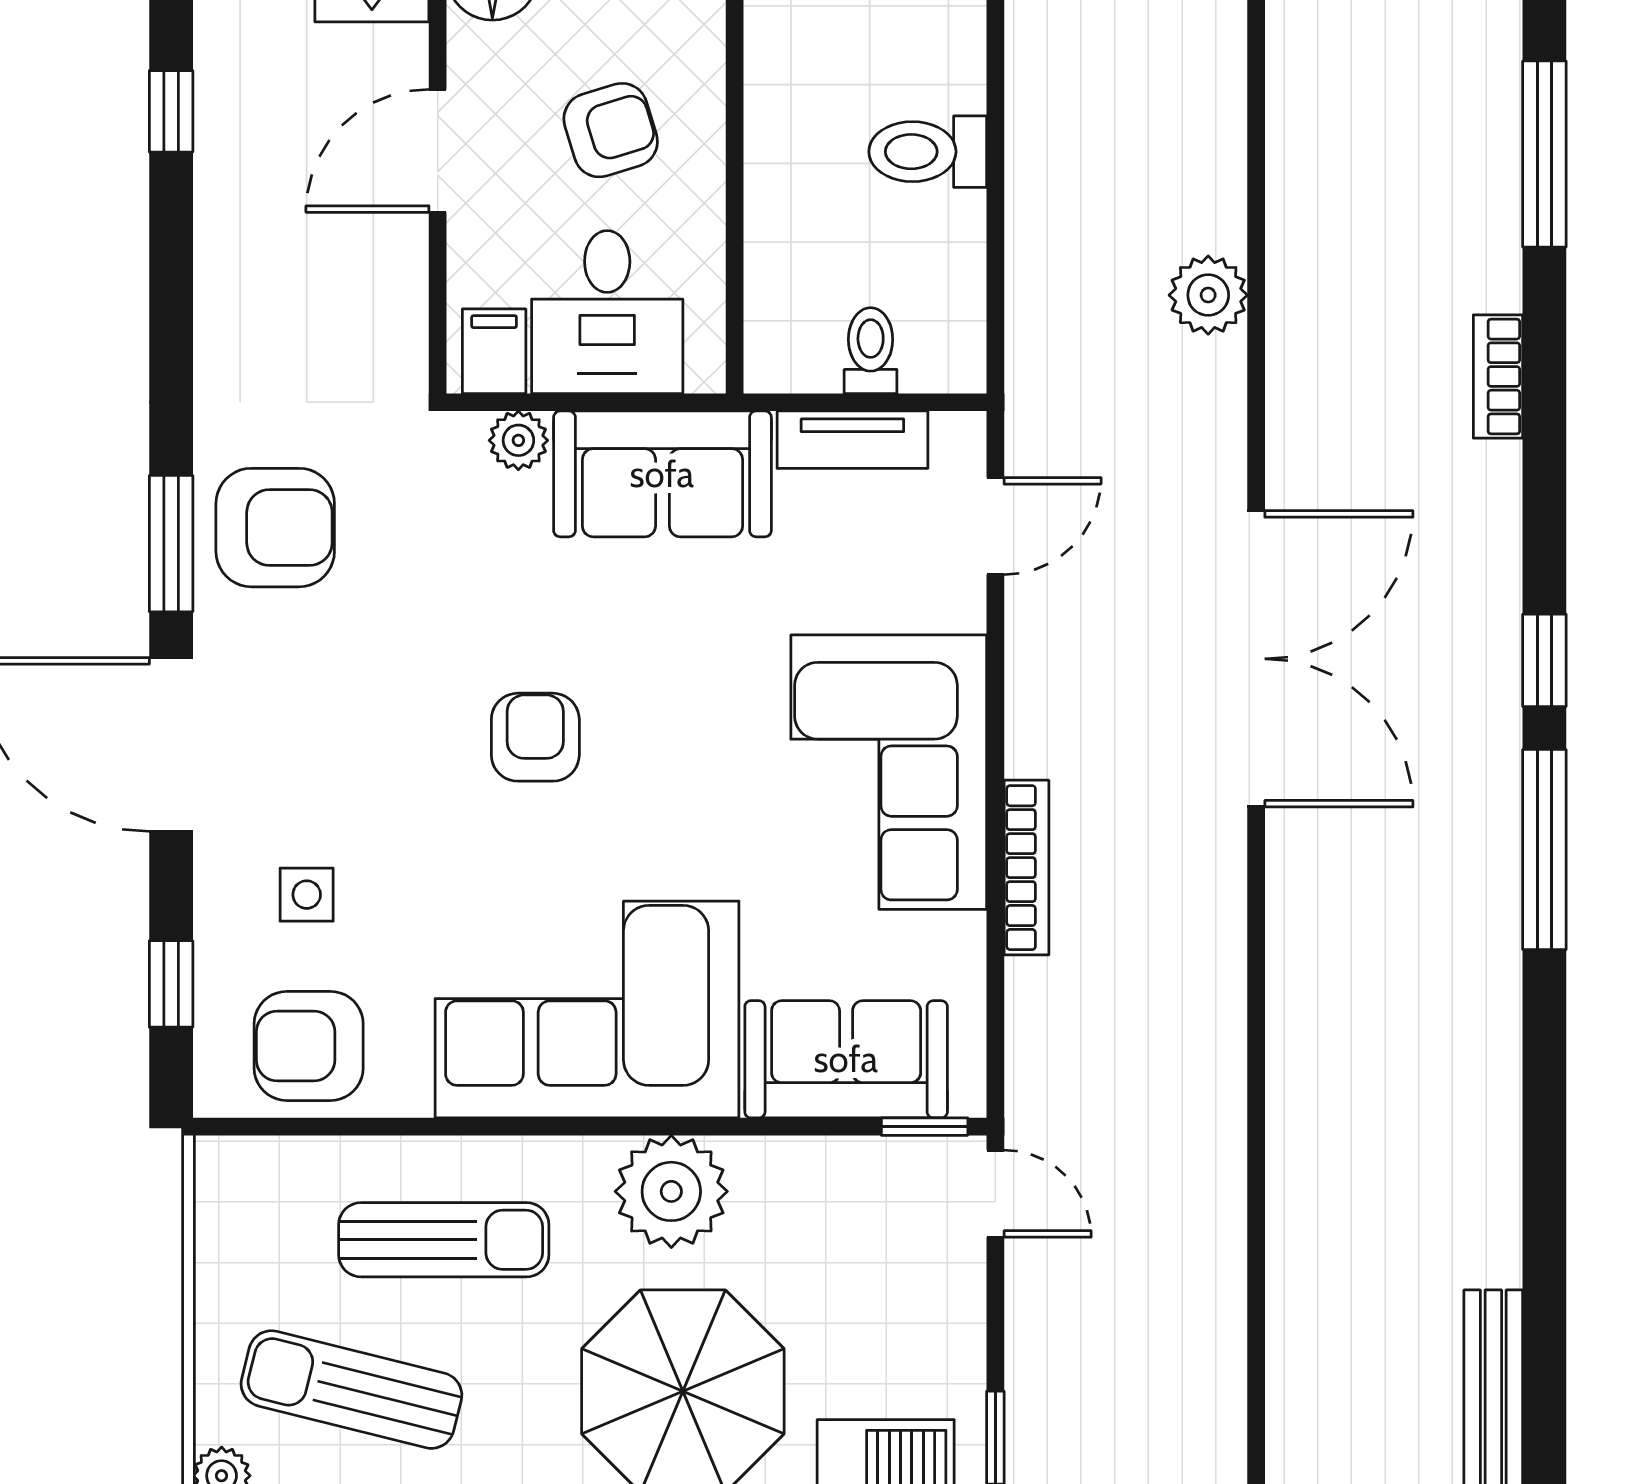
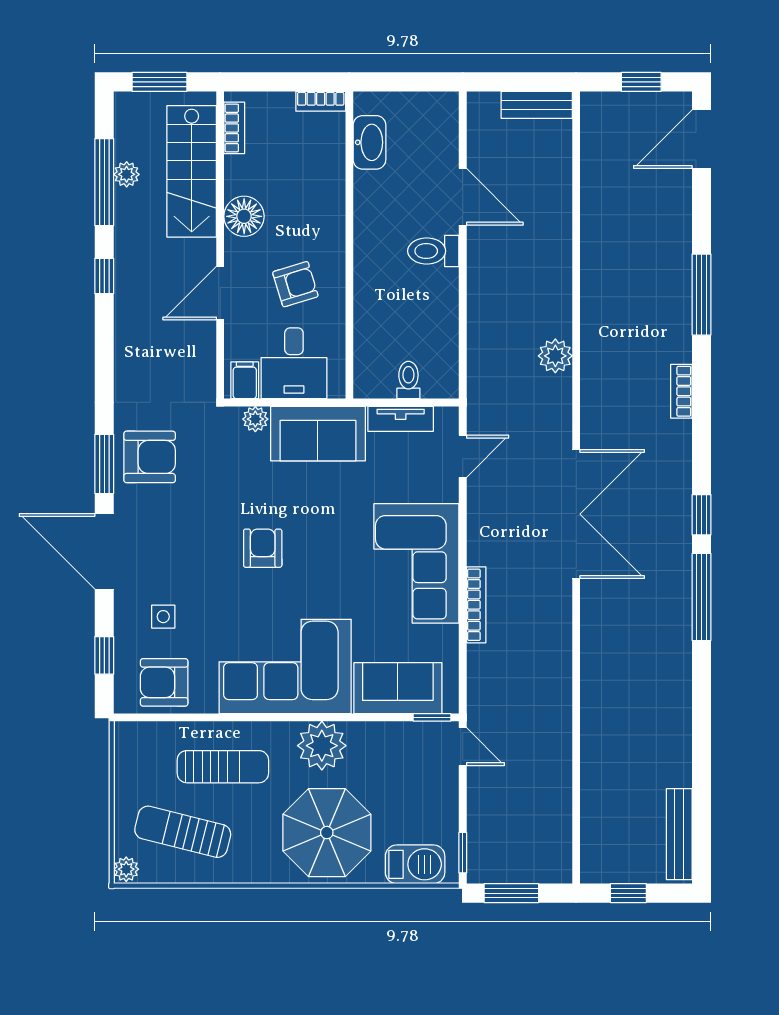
toilet: (928, 152) -> (433, 251), moved

